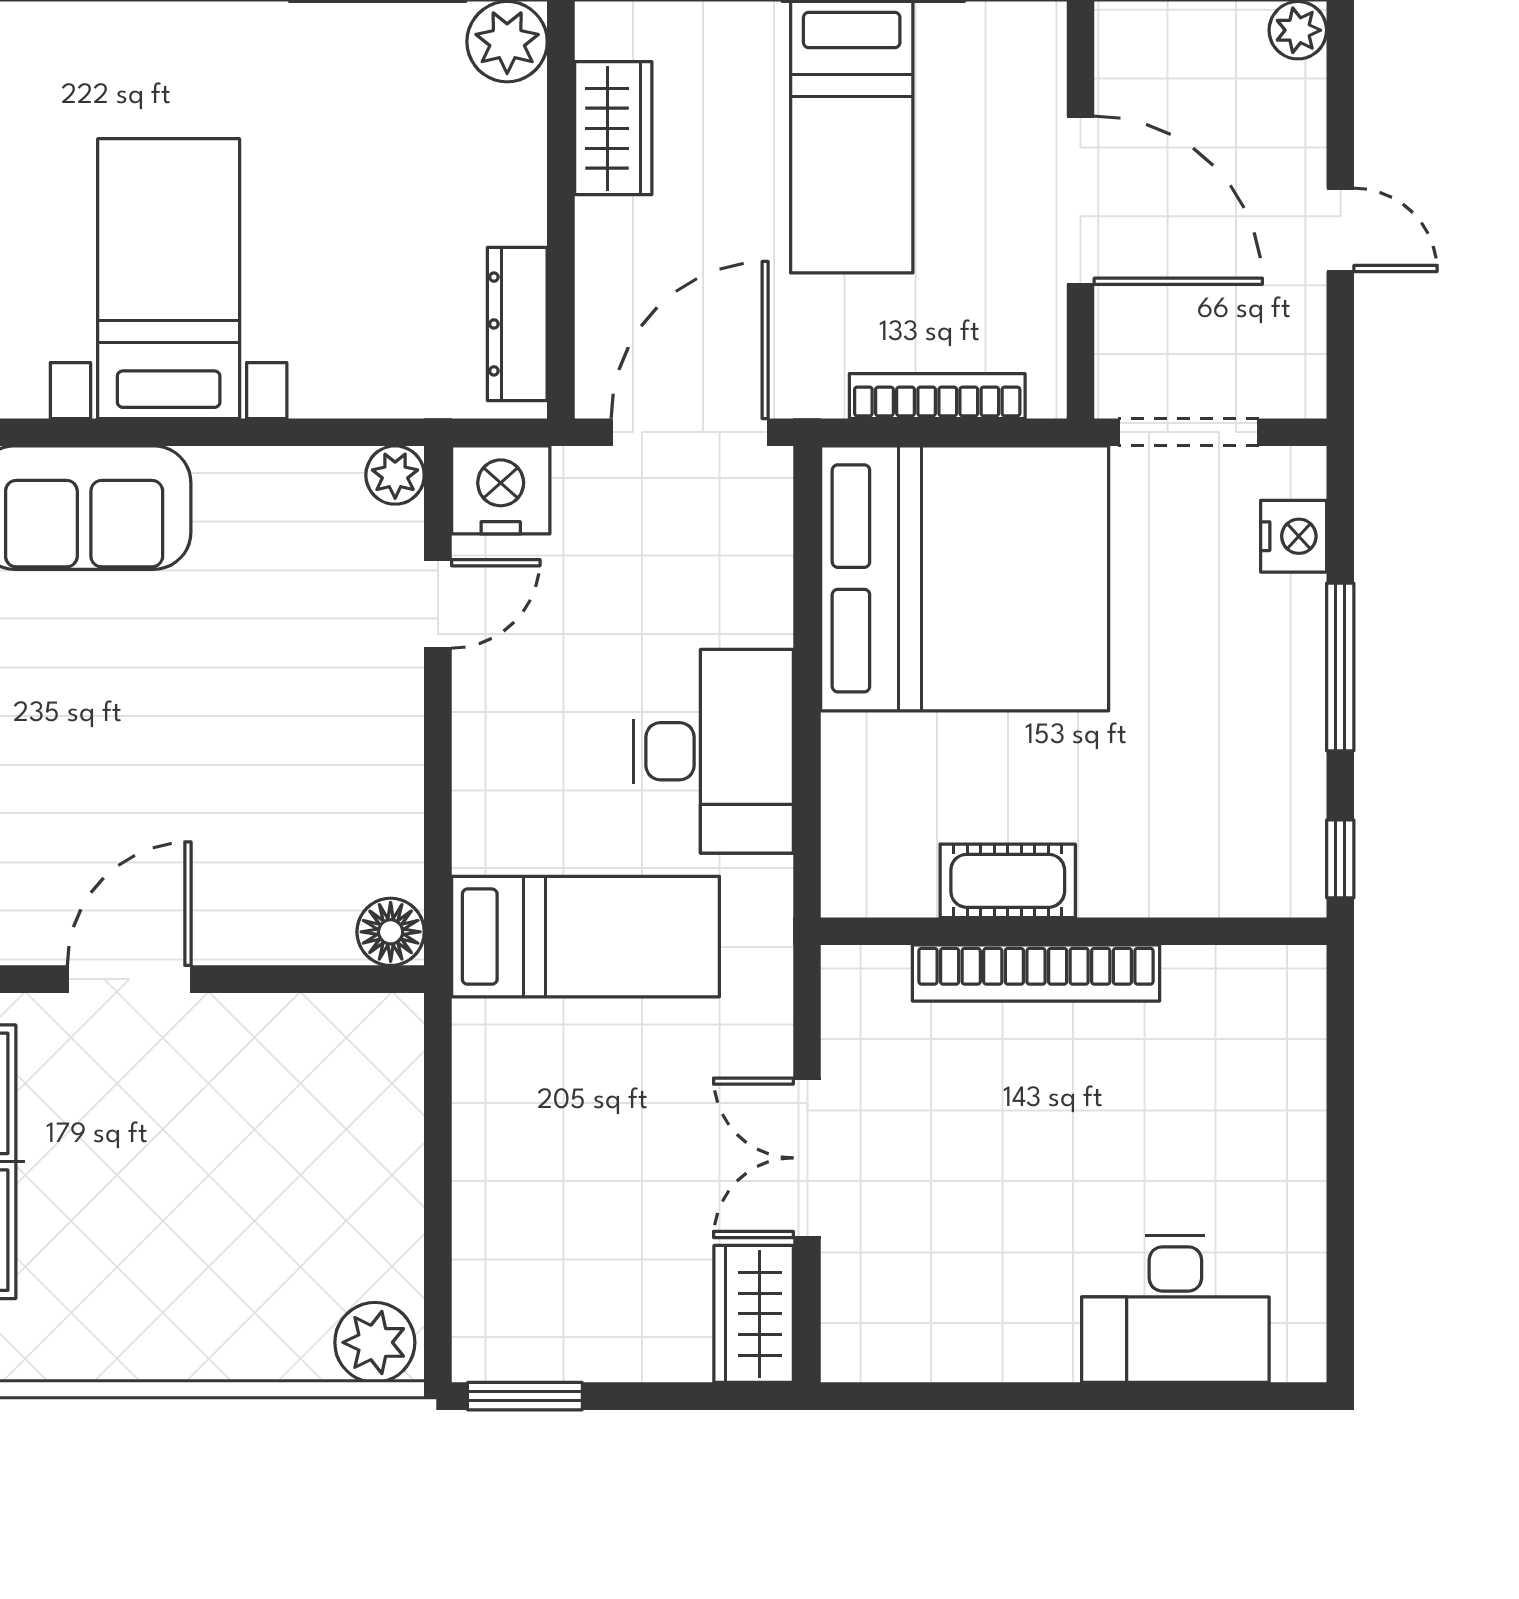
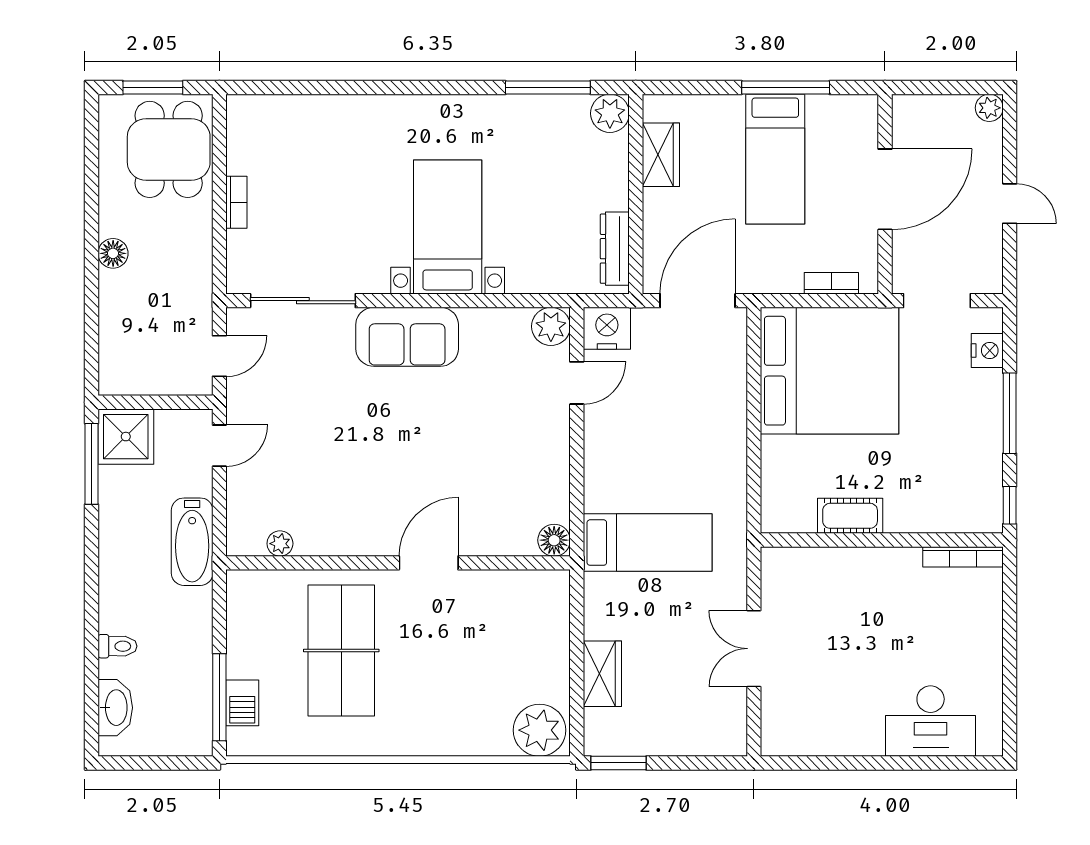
door: (1080, 200) -> (885, 189), hinge flipped
bookcase: (937, 396) -> (831, 283), width x0.64
plant: (395, 475) -> (551, 326), width x1.38, depth x1.38
desk: (713, 751) -> (709, 454), removed
bookcase: (1036, 973) -> (963, 557), moved, width x0.68, depth x0.76
wardrobe: (754, 1314) -> (602, 674), moved, turned 180
plant: (375, 1342) -> (540, 730), width x1.36, depth x1.36

